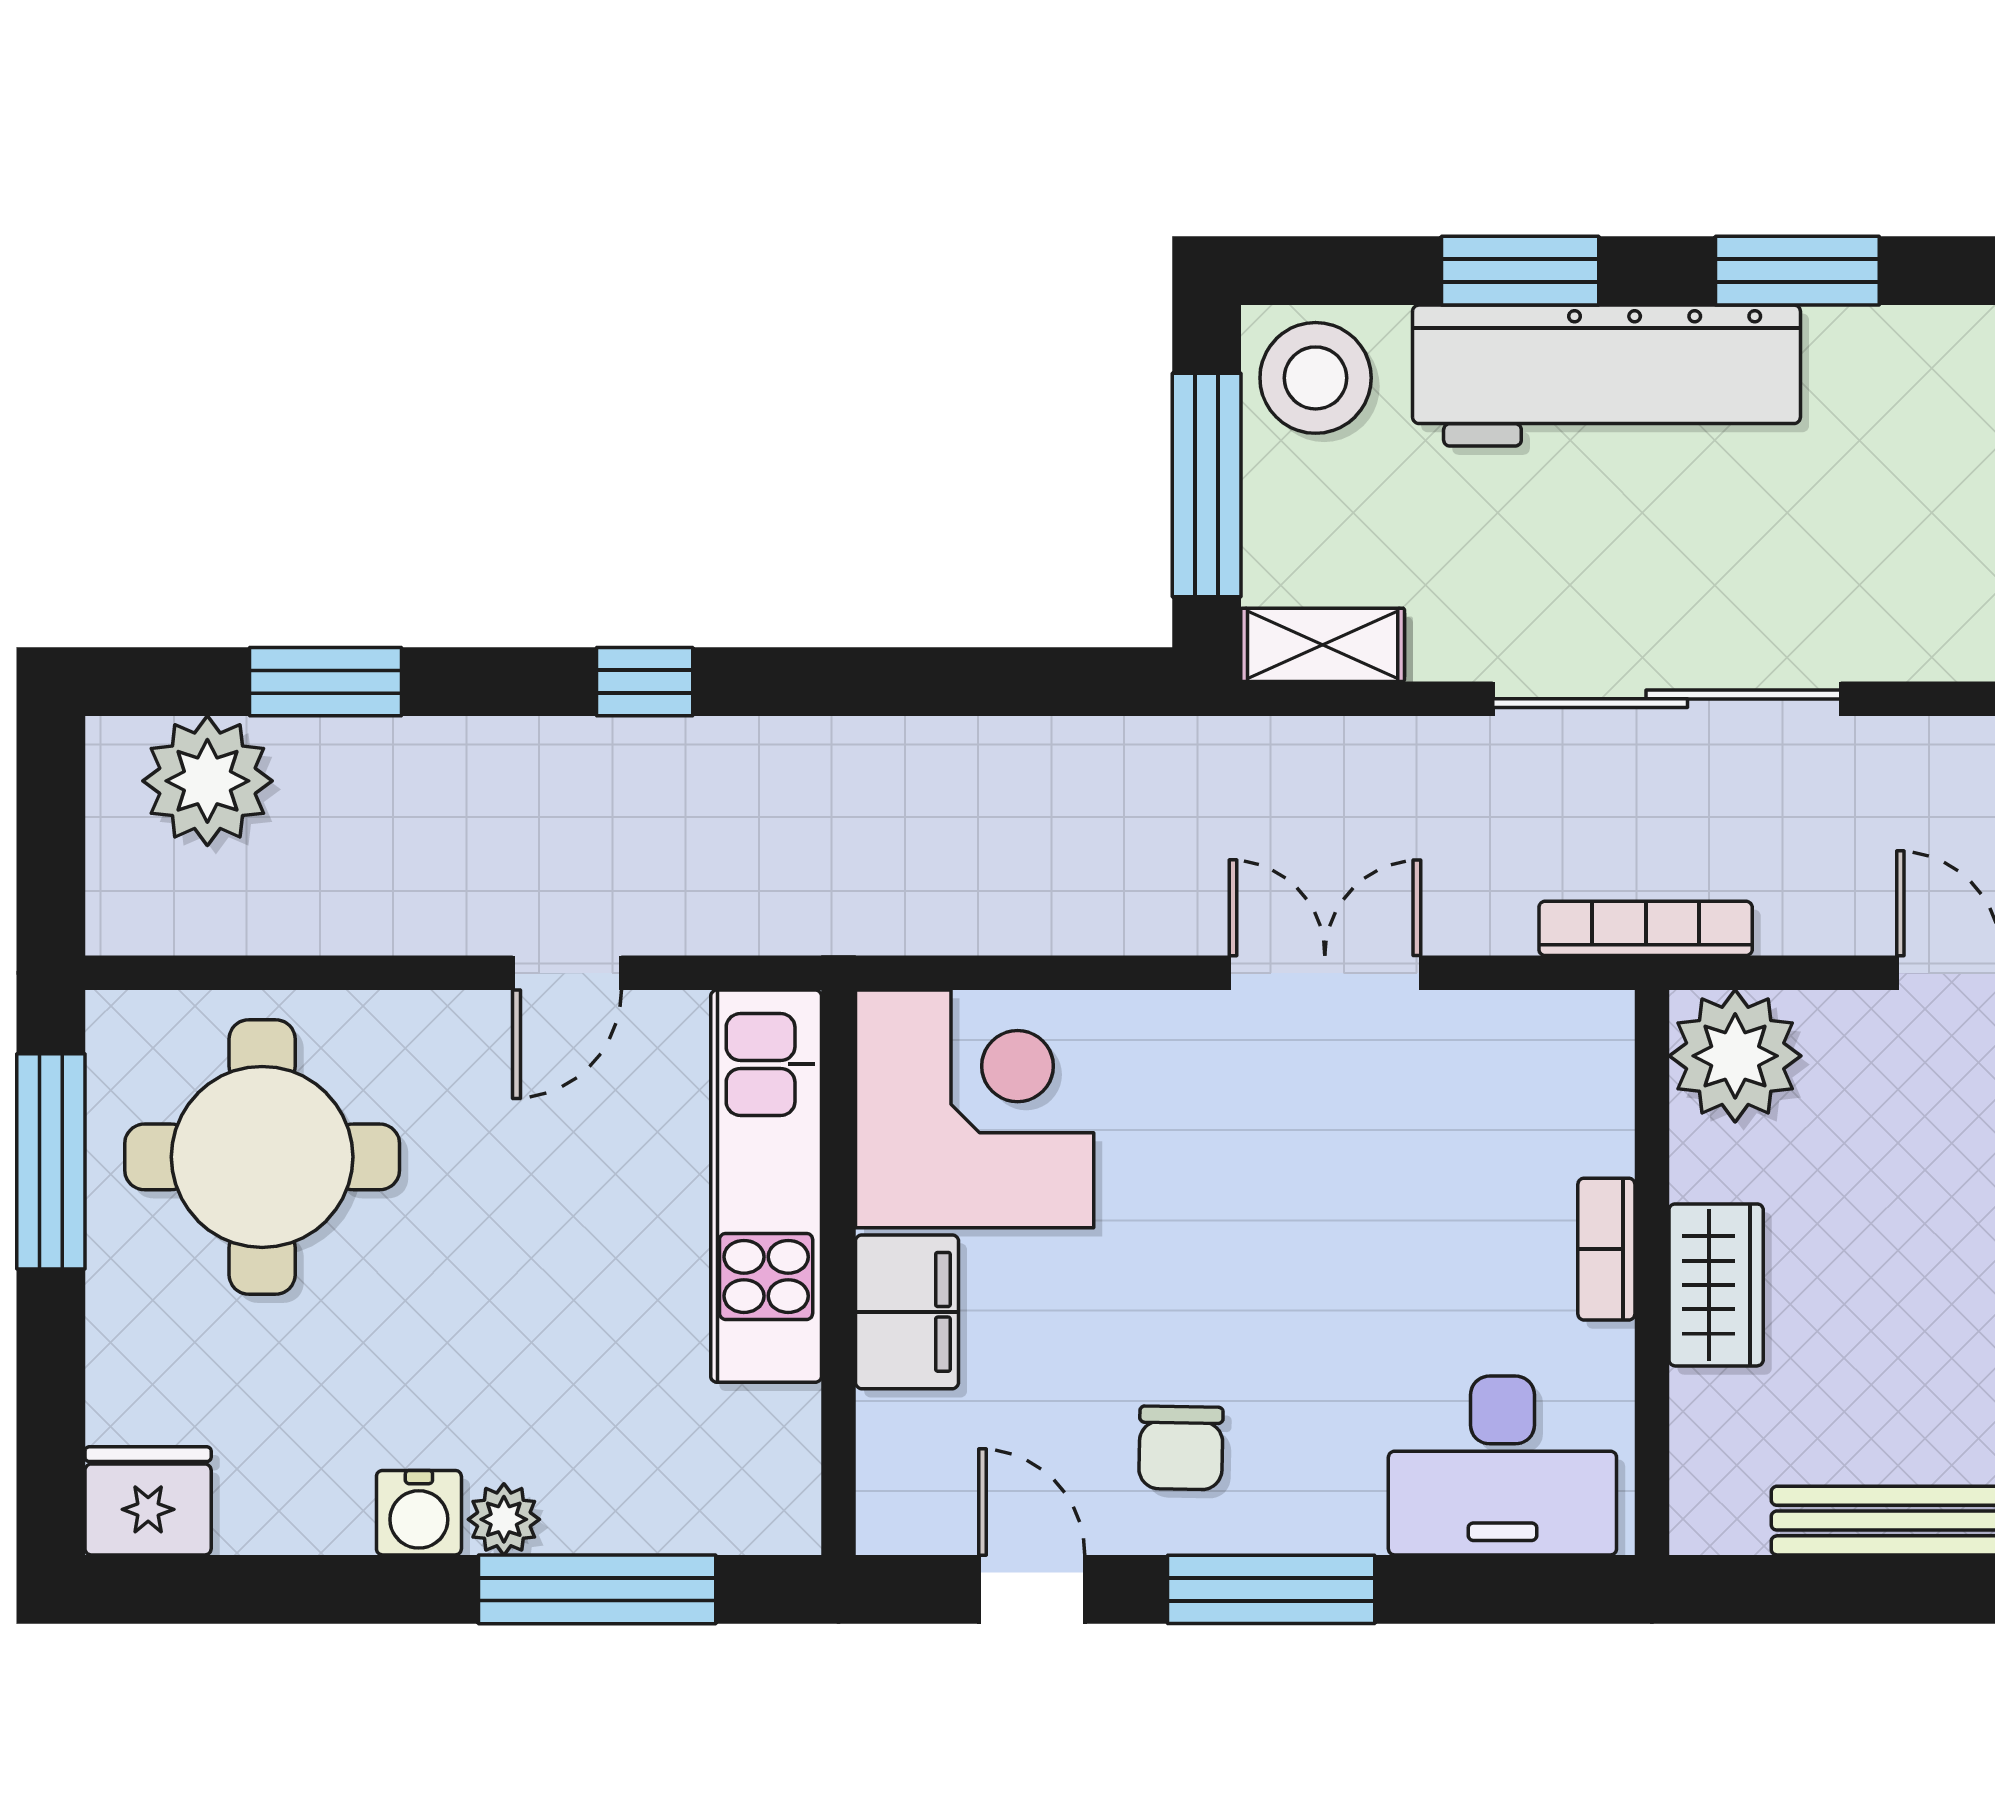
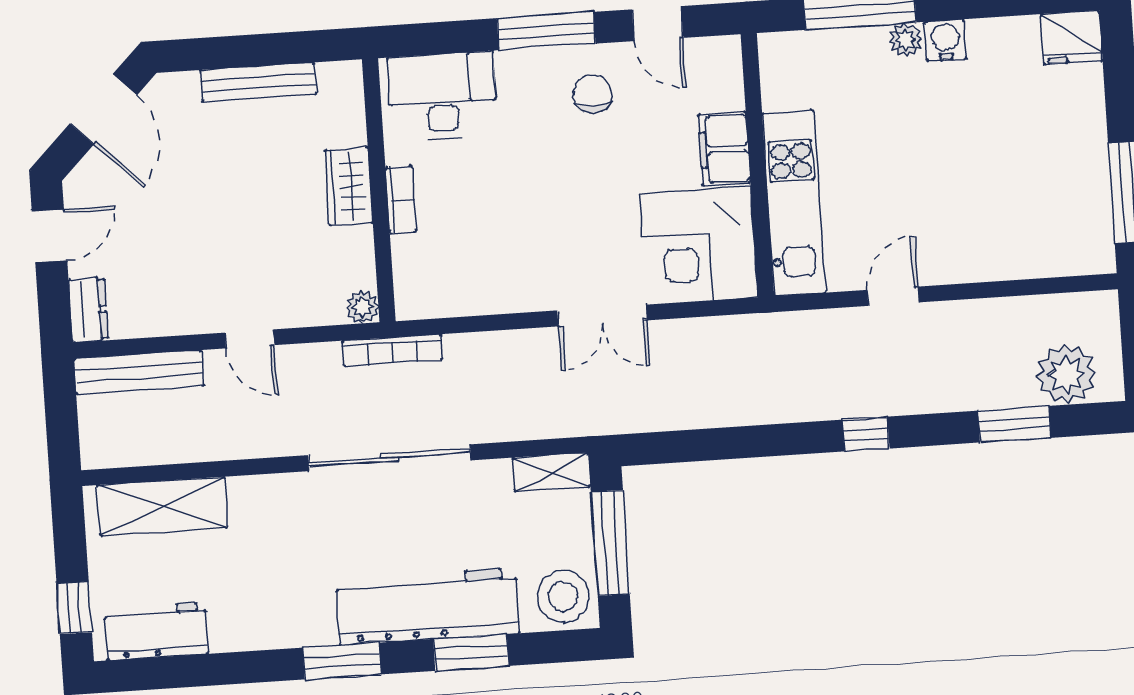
double door: (1325, 973) -> (602, 315), moved
plant: (1735, 1056) -> (362, 307), width x0.53, depth x0.53
round table: (262, 1157) -> (1029, 201), removed

